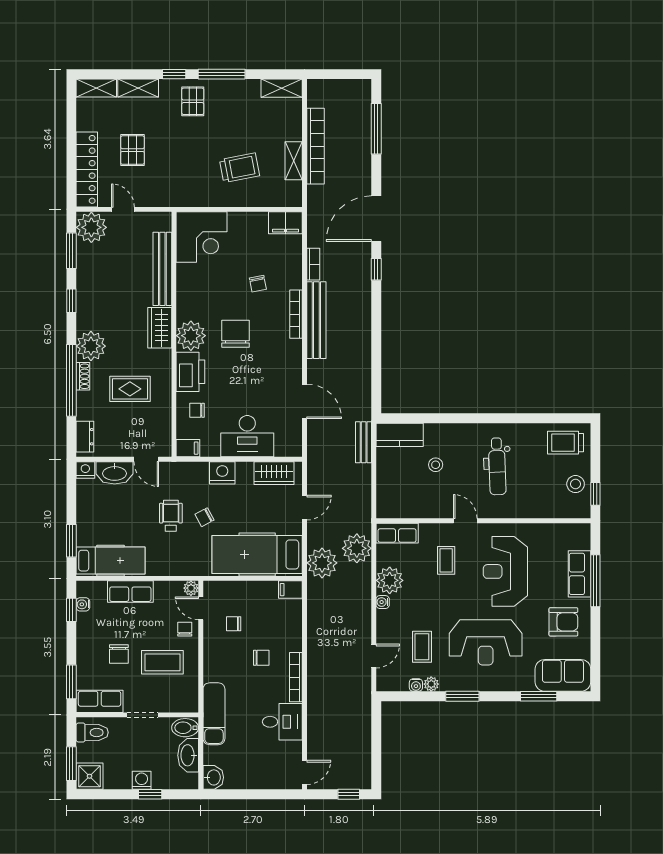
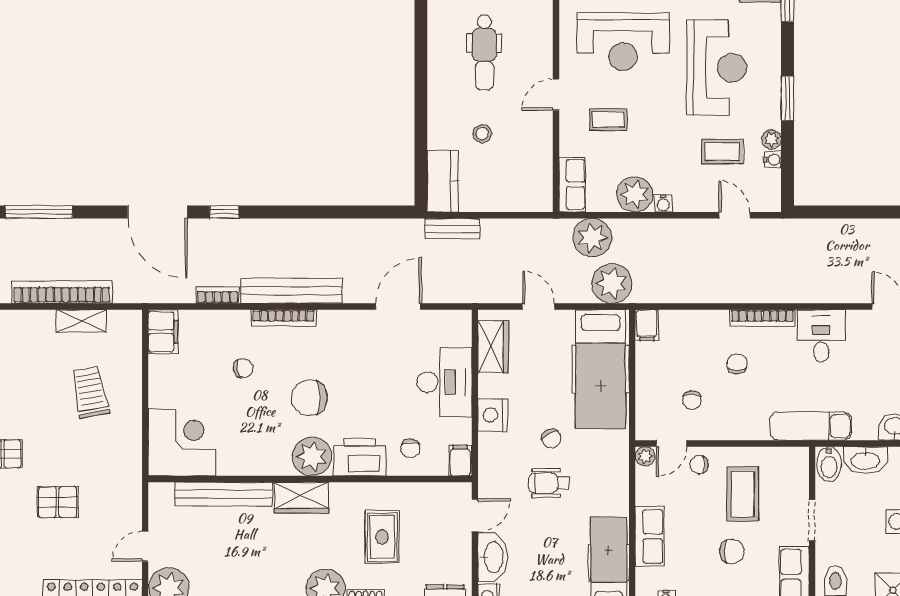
pallet: (132, 150) -> (58, 502), moved
dental chair: (497, 466) -> (484, 52), turned 92

